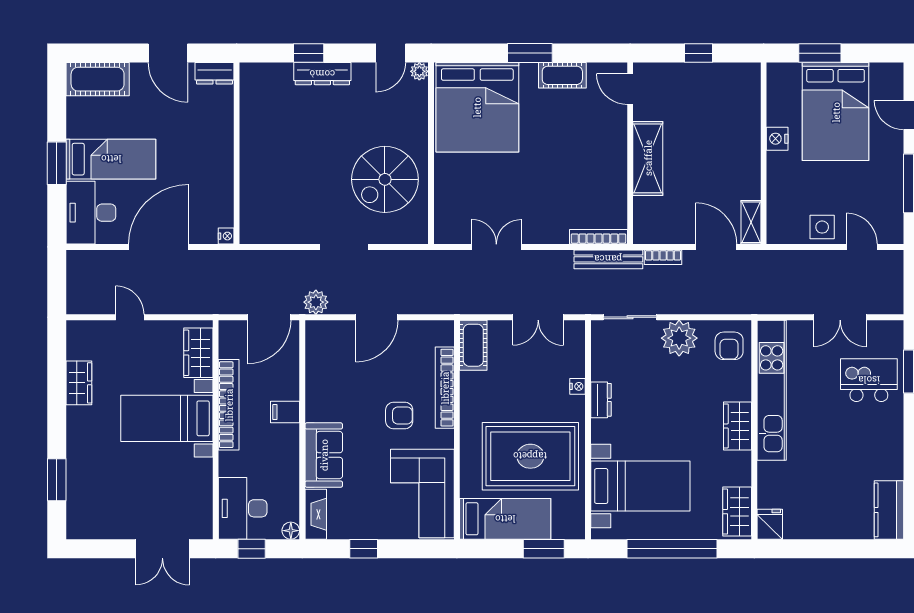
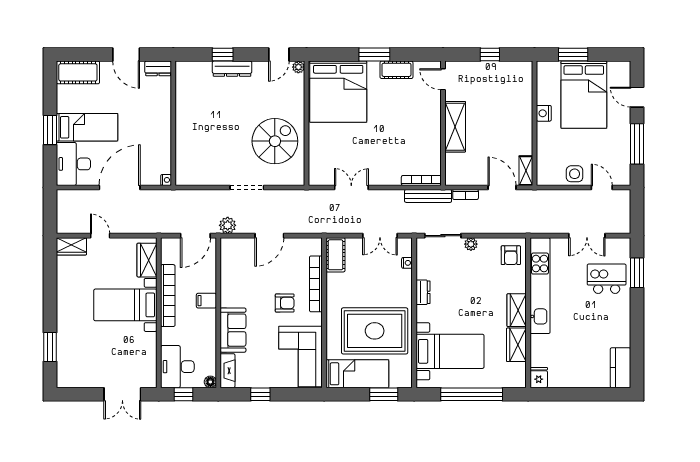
spiral stairs: (385, 179) -> (275, 141), turned 180
plant: (679, 338) -> (471, 244), width x0.53, depth x0.53
wardrobe: (79, 383) -> (71, 246), moved, turned 90
nightstand: (578, 386) -> (407, 263), moved
wardrobe: (737, 512) -> (516, 345), moved

